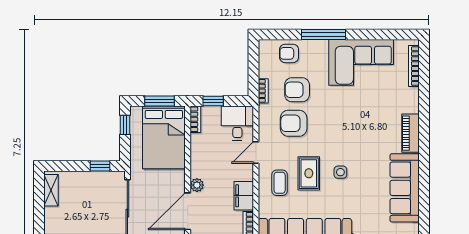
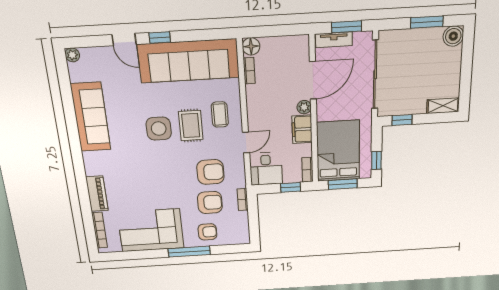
armchair: (289, 53) -> (207, 232), moved
piano: (411, 133) -> (97, 194), moved
side table: (340, 172) -> (159, 129), width x1.87, depth x1.87
shelving: (51, 190) -> (443, 106), moved, turned 90
filing cabinet: (244, 196) -> (302, 129), moved, turned 180

